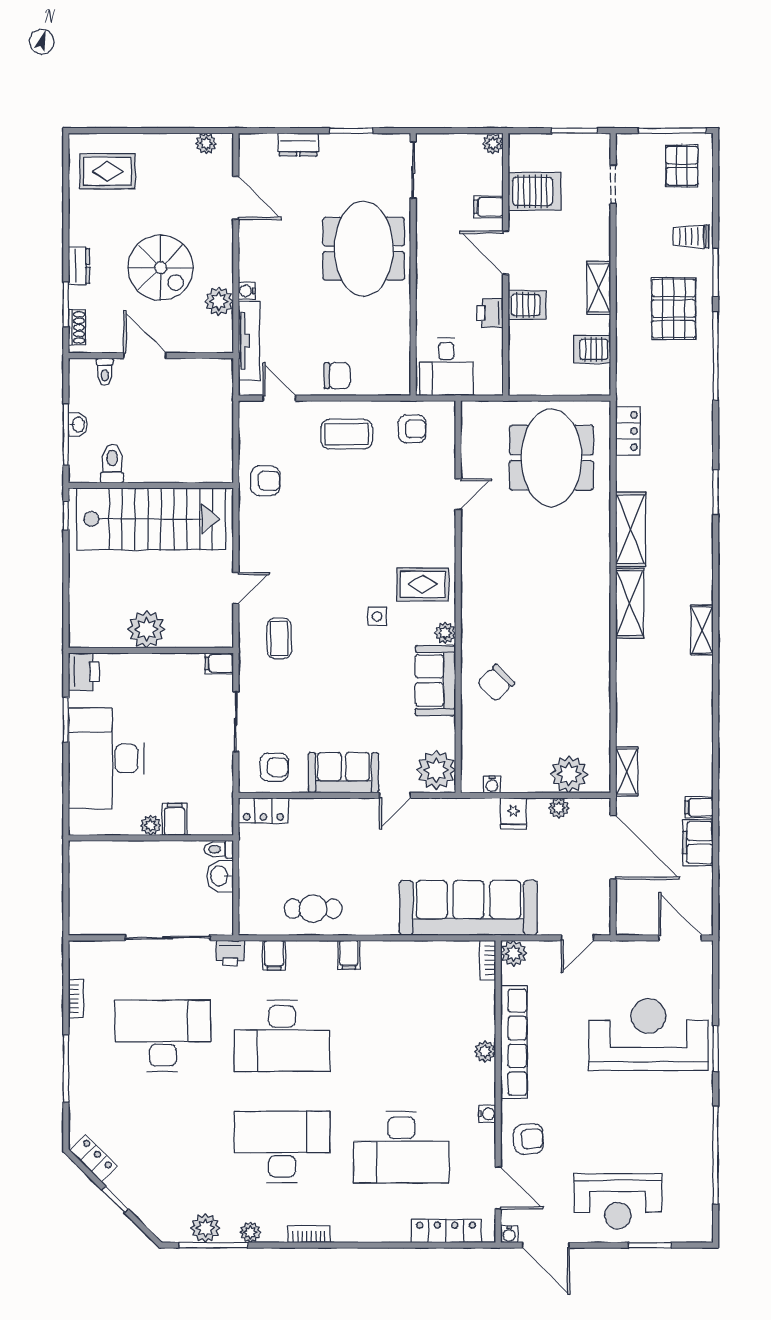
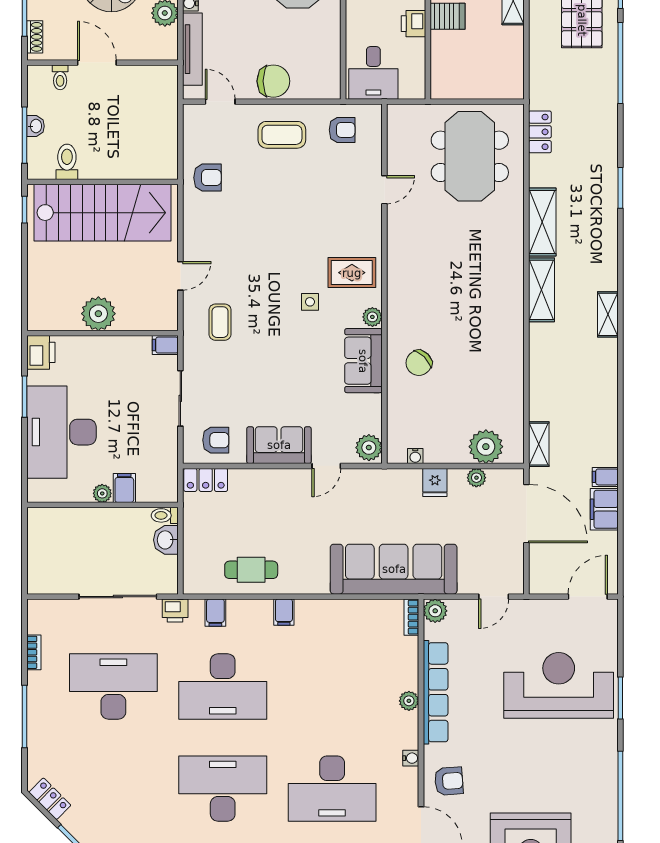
server rack: (592, 349) -> (507, 57), removed
chair: (337, 376) -> (273, 81), width x1.37, depth x1.37
plant: (436, 770) -> (369, 448), width x0.73, depth x0.73
door: (680, 938) -> (588, 597), hinge flipped

